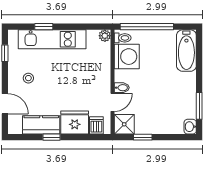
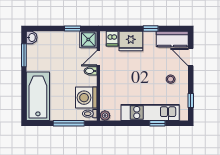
window: (147, 27) -> (69, 123), width x0.68
bathtub: (186, 51) -> (38, 96), width x1.36, depth x1.36
kitchen counter: (41, 125) -> (172, 39), moved

